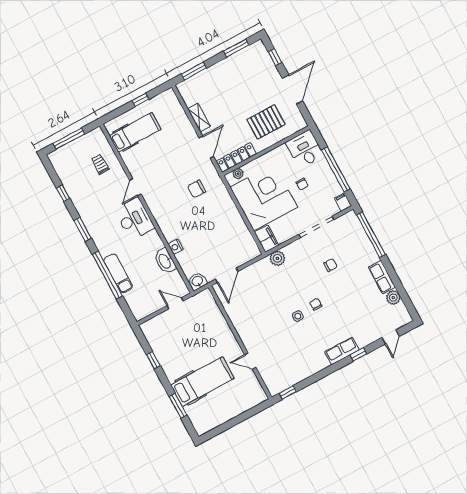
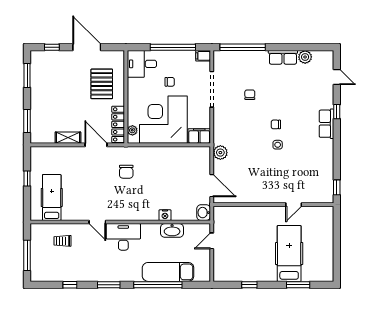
plant: (277, 258) -> (220, 153), moved
exam couch: (118, 273) -> (168, 272), width x1.36, depth x1.45

